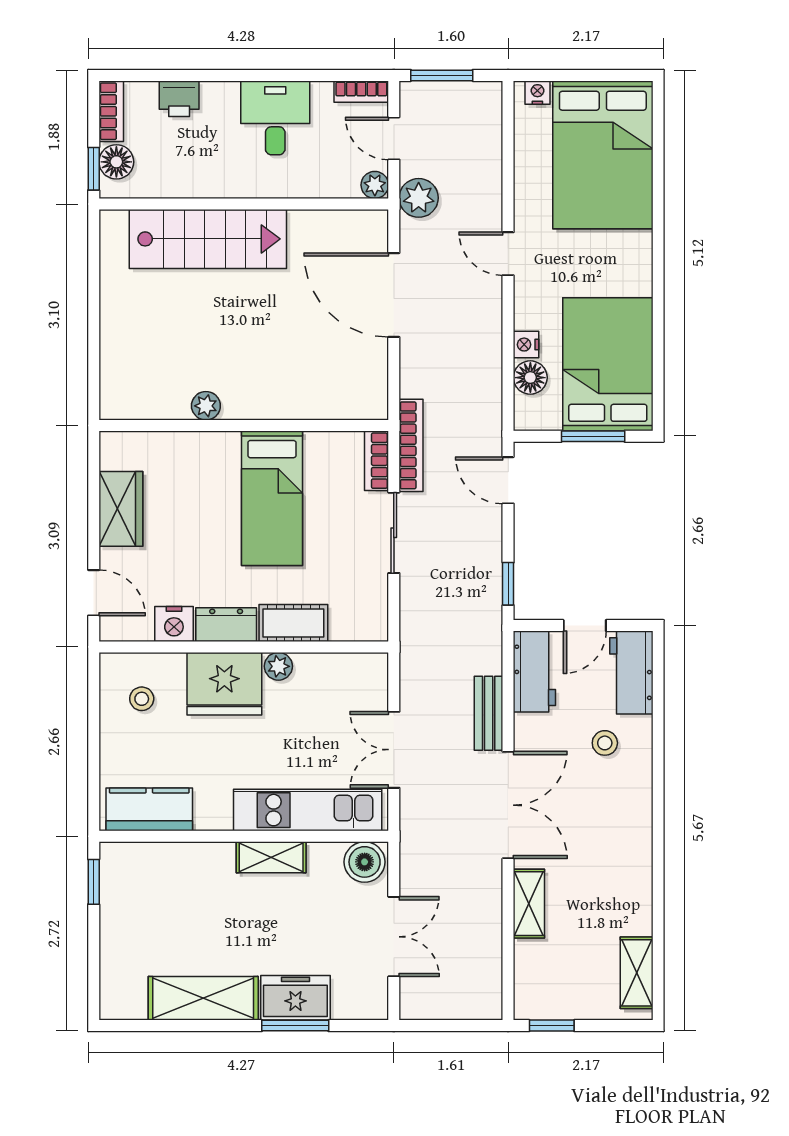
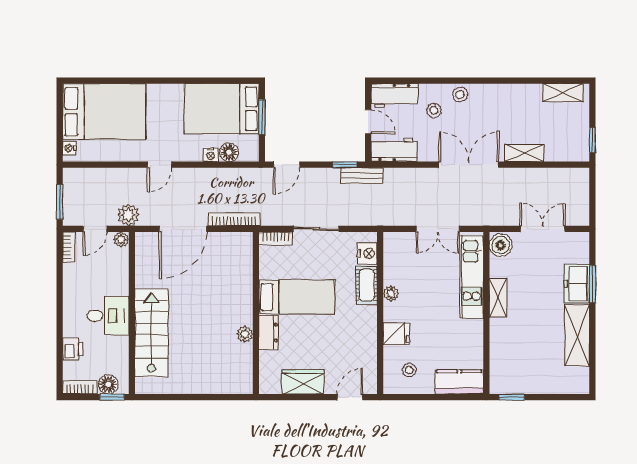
desk: (275, 118) -> (108, 316), moved, turned 180
bookcase: (411, 445) -> (234, 219), moved
nightstand: (174, 624) -> (367, 254), moved
dresser: (226, 625) -> (268, 333), moved, turned 180
fridge: (224, 684) -> (396, 334), width x0.53, depth x0.75
bench: (489, 713) -> (362, 176), moved
stool: (633, 789) -> (460, 94), added
kitchen counter: (149, 809) -> (459, 382), moved, turned 90

